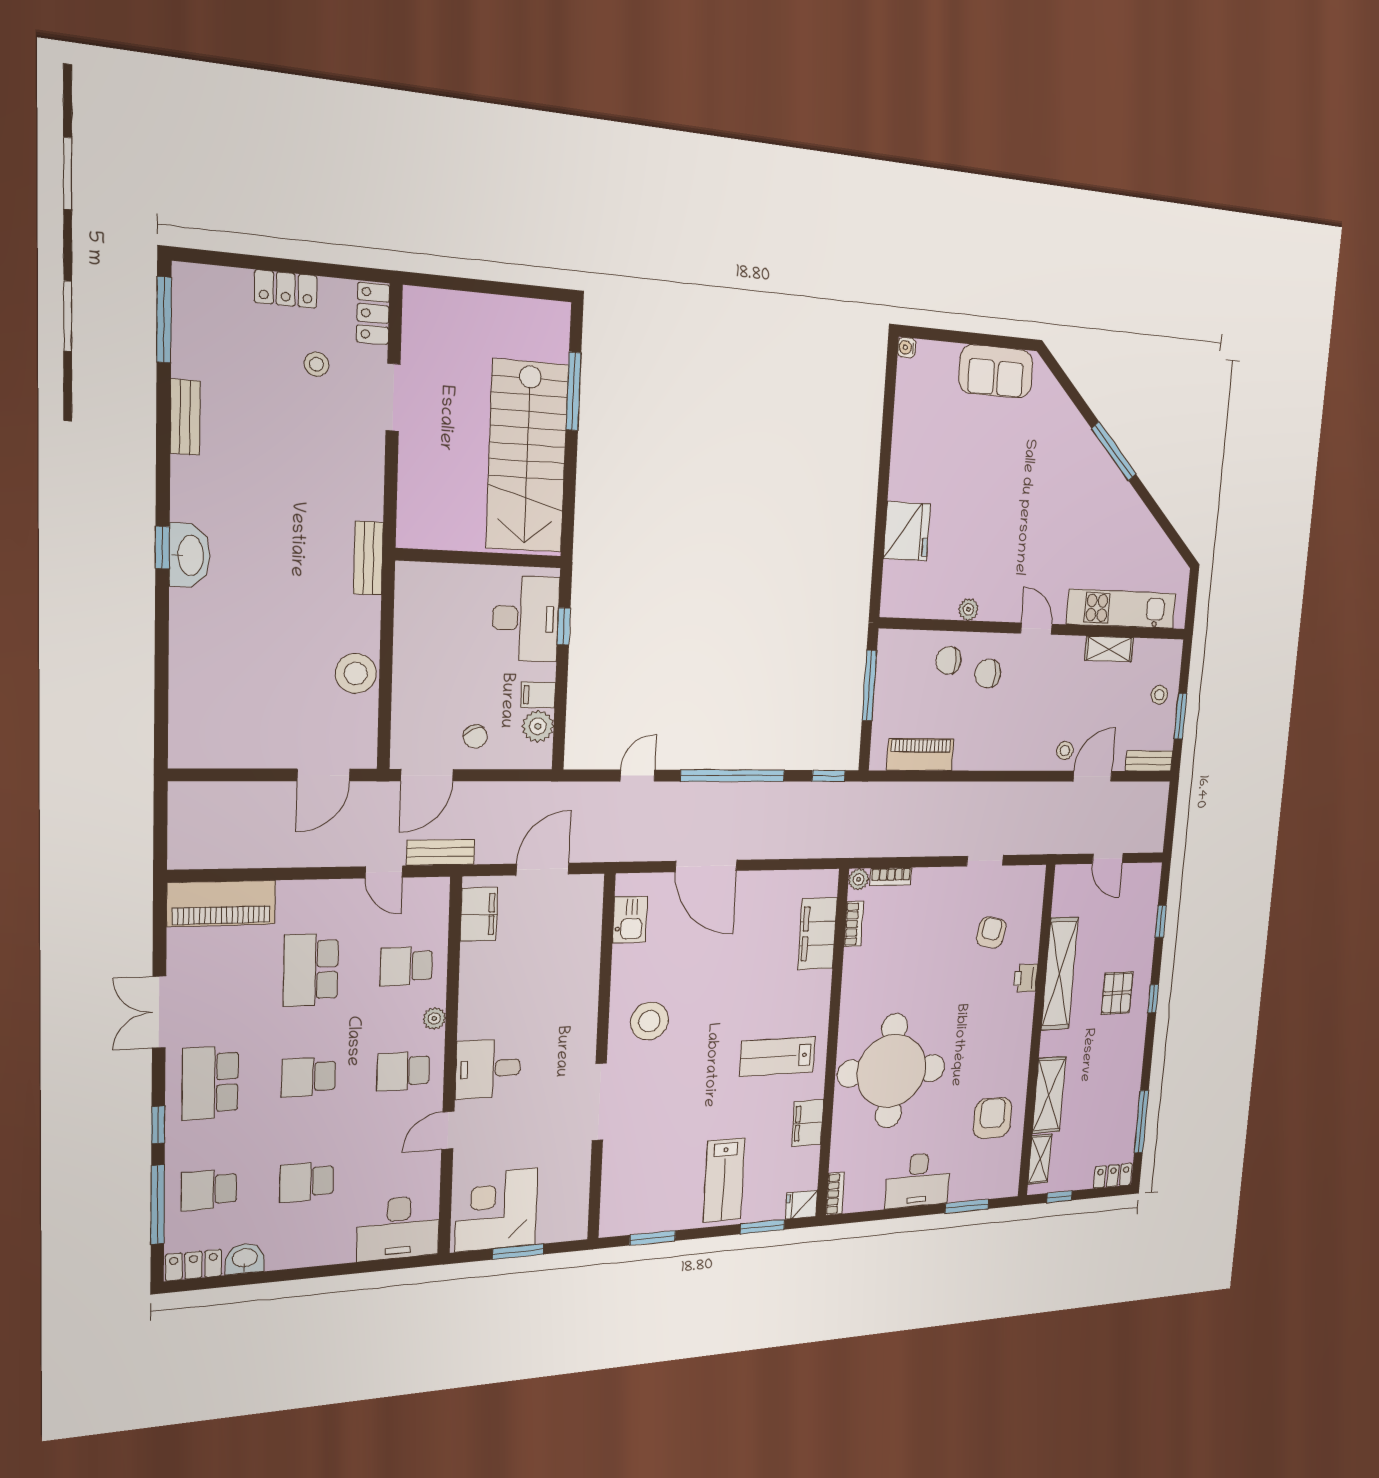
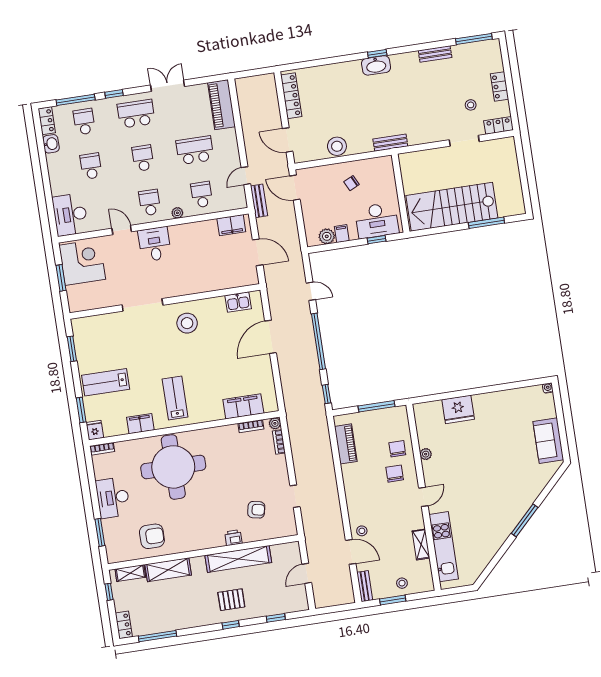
chair: (475, 736) -> (351, 183), moved
locker: (227, 753) -> (291, 96), added

